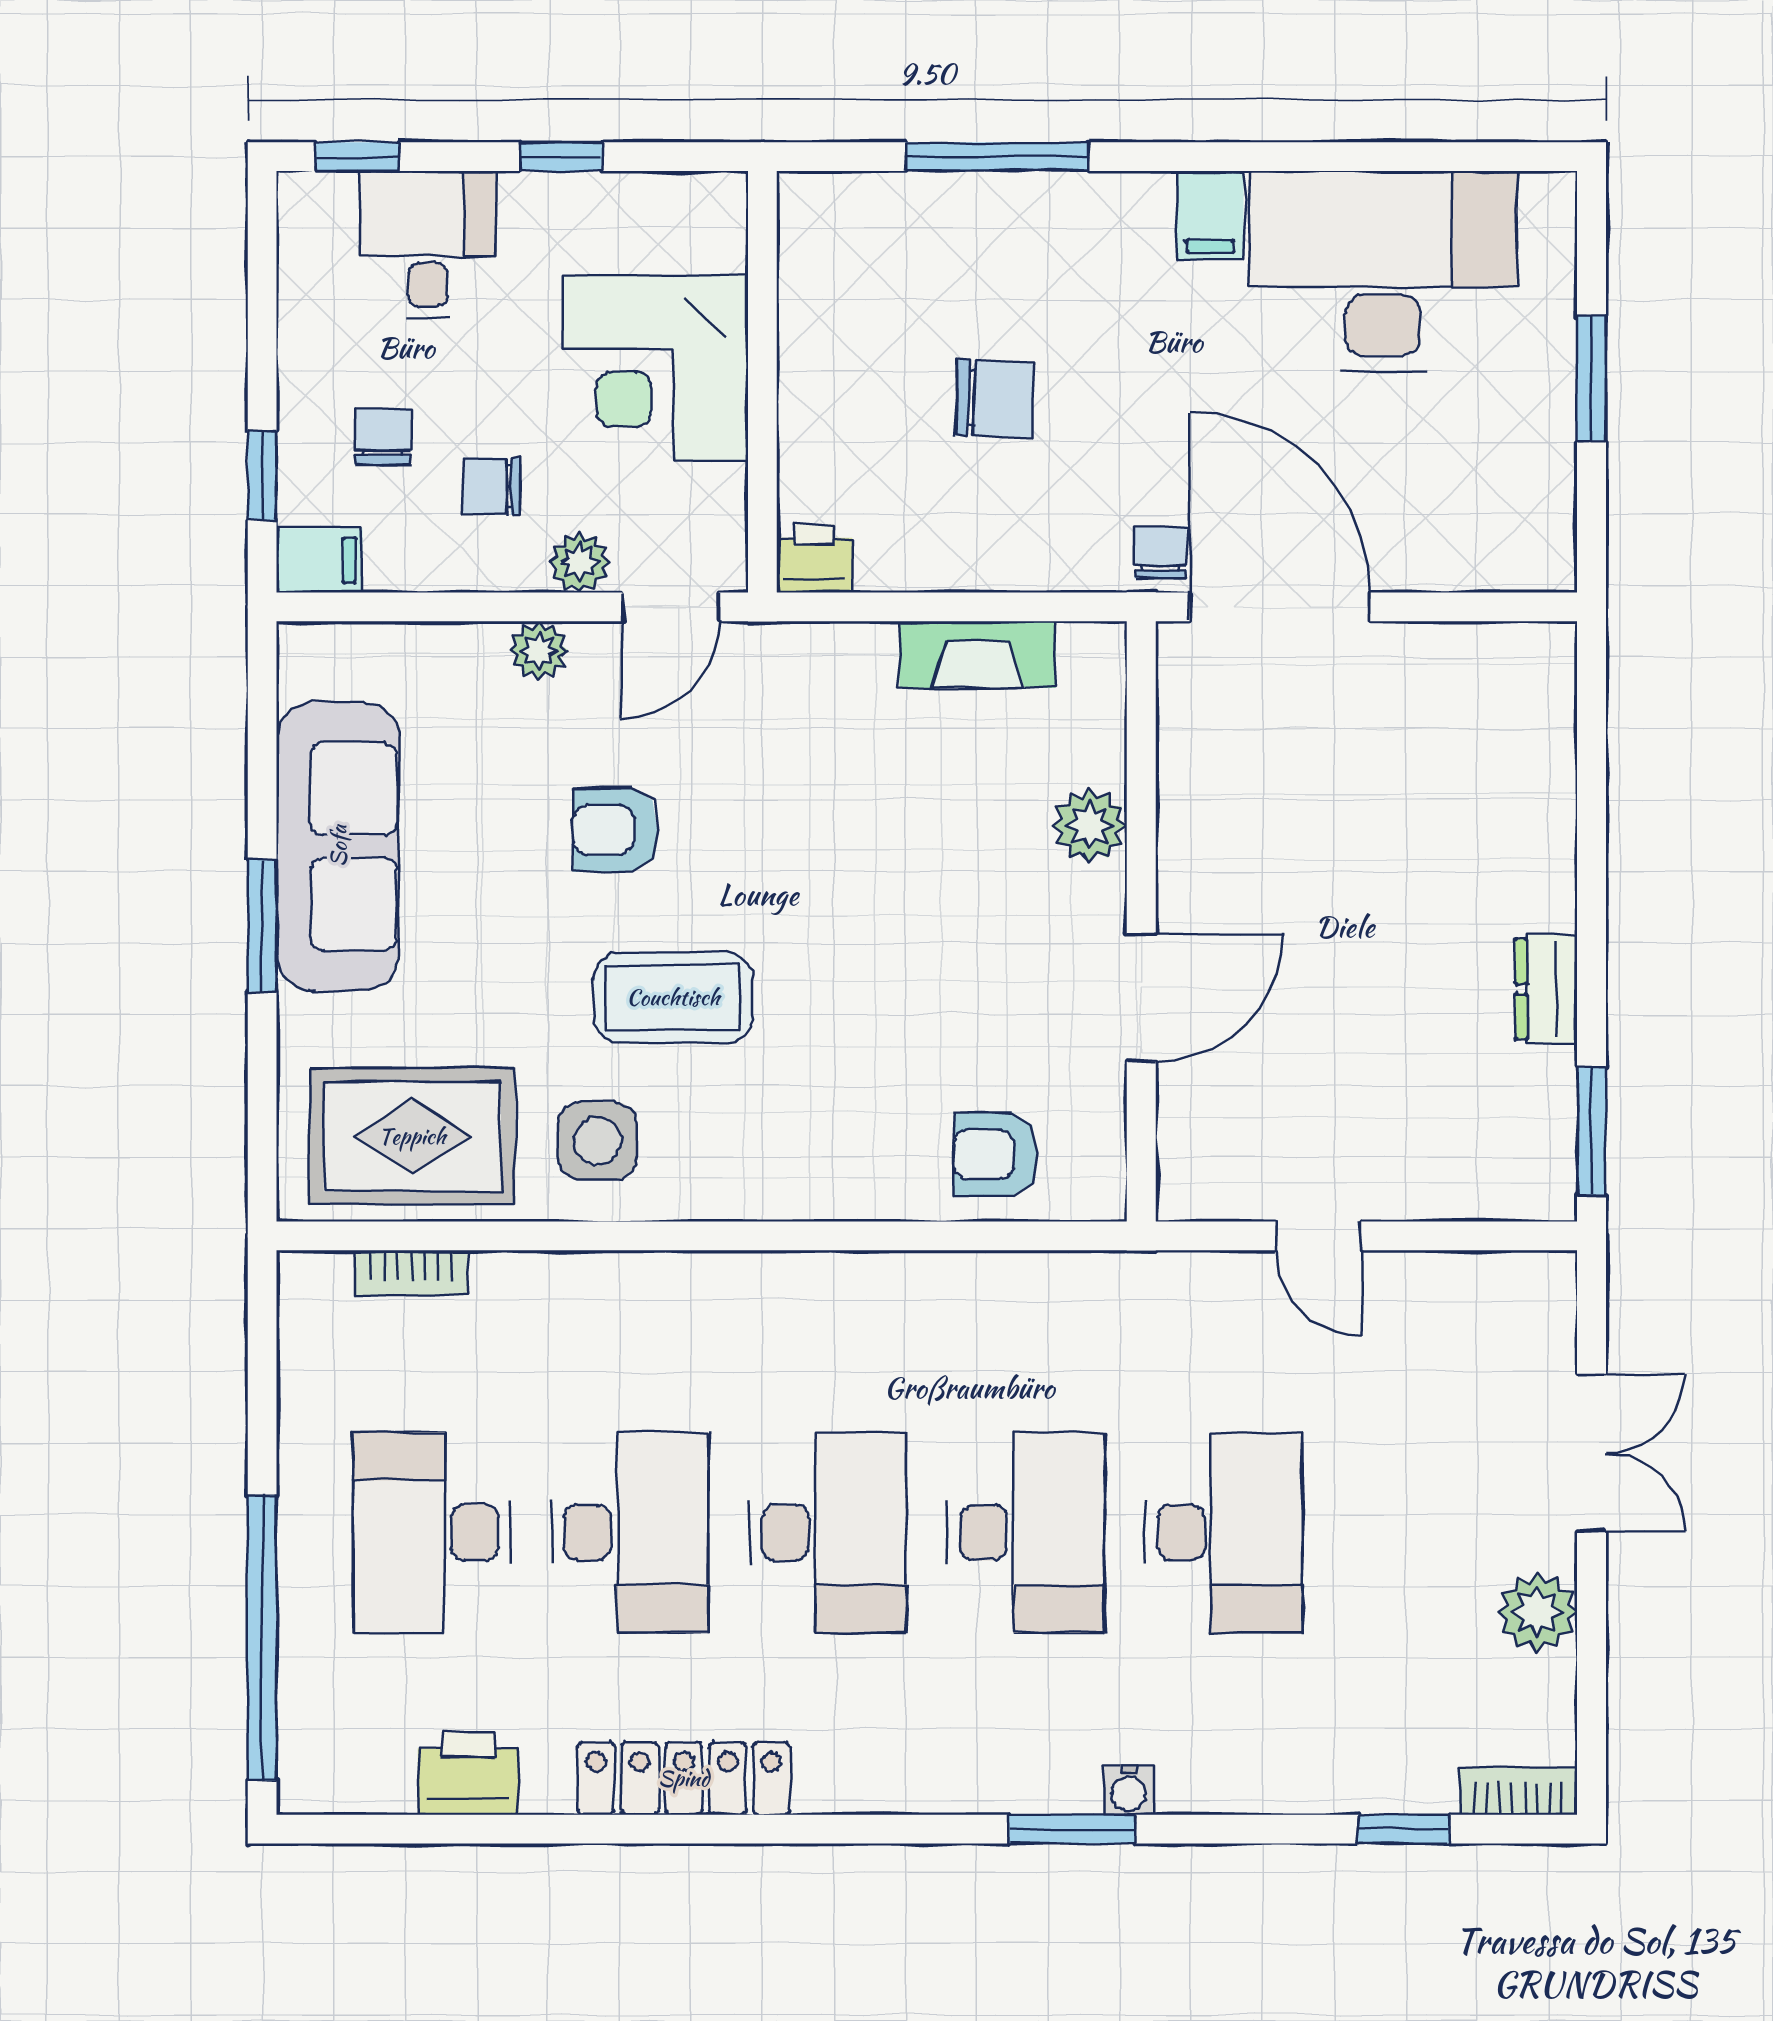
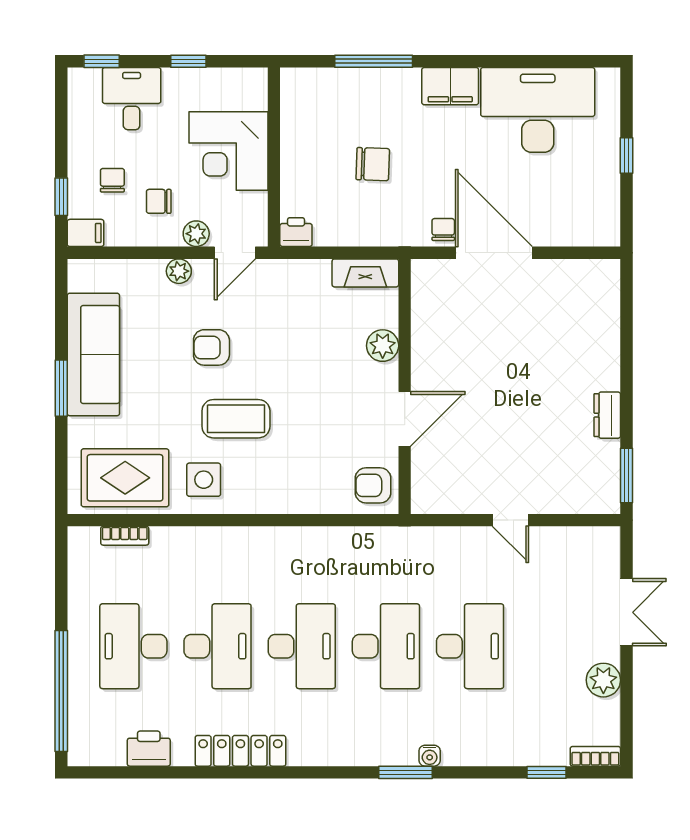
filing cabinet: (1210, 215) -> (450, 86), width x2.00
window: (1592, 379) -> (626, 156), width x0.67
plant: (1089, 825) -> (383, 346), moved
wall: (1141, 921) -> (405, 386), moved
door: (1141, 998) -> (405, 419), moved

